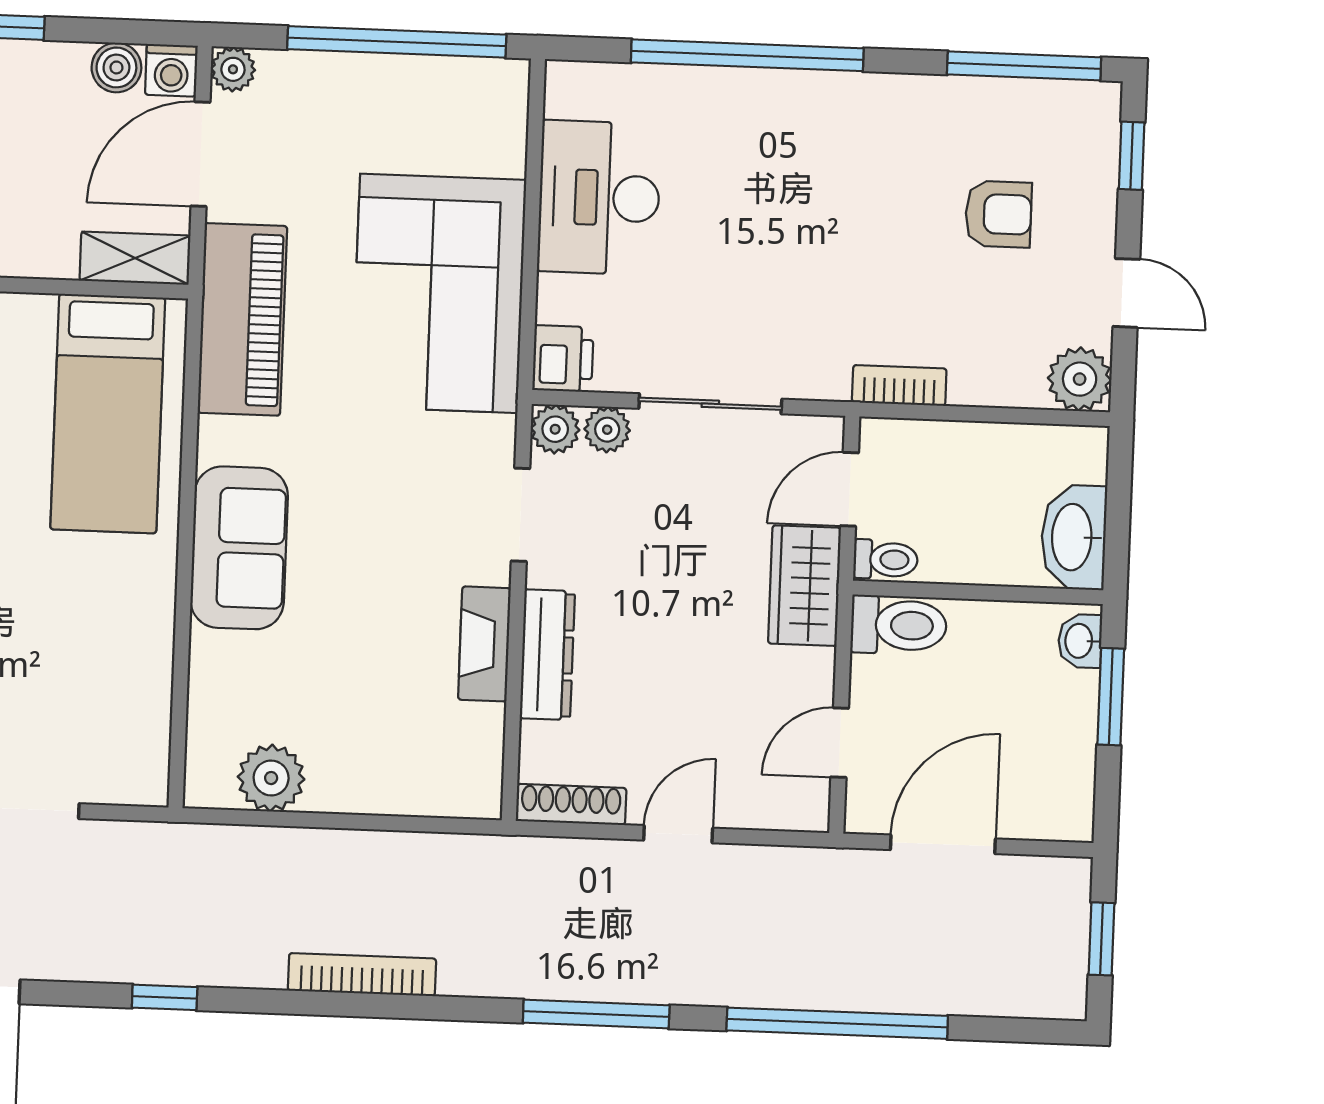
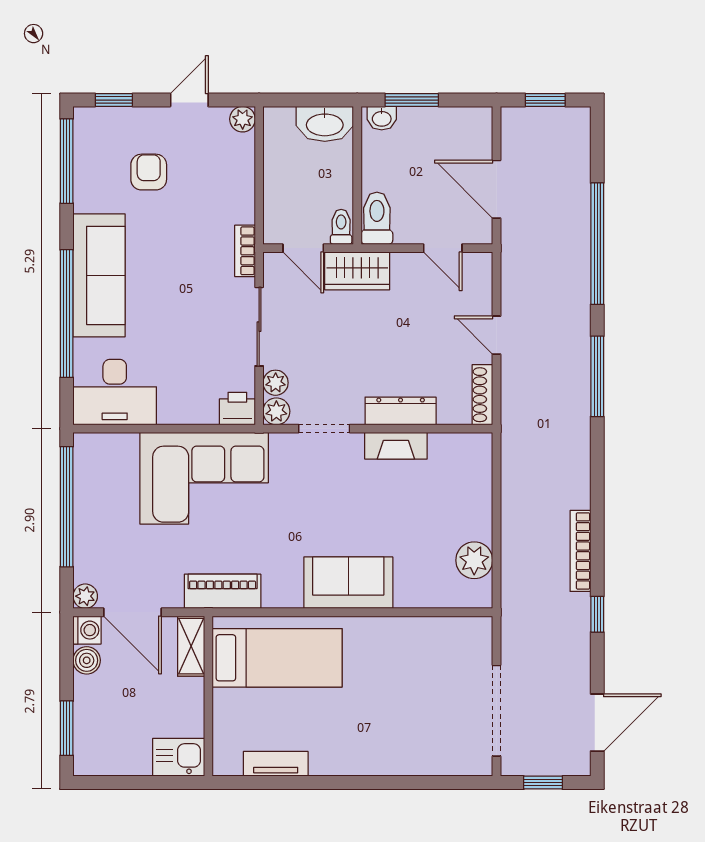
sofa: (814, 117) -> (99, 275), added
desk: (599, 198) -> (115, 392), moved
piano: (242, 319) -> (223, 591), width x0.73, depth x0.75
plant: (1080, 379) -> (243, 119), width x0.73, depth x0.73
bookcase: (899, 385) -> (245, 251), moved
bookcase: (362, 975) -> (580, 551), moved

